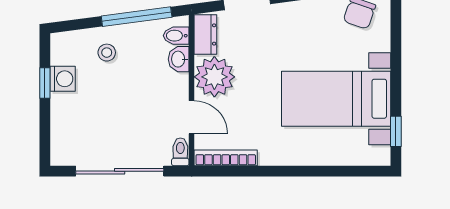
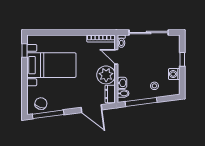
window: (45, 83) -> (182, 59), moved

